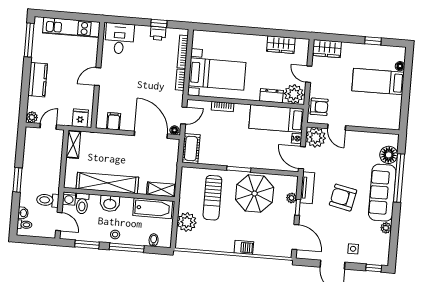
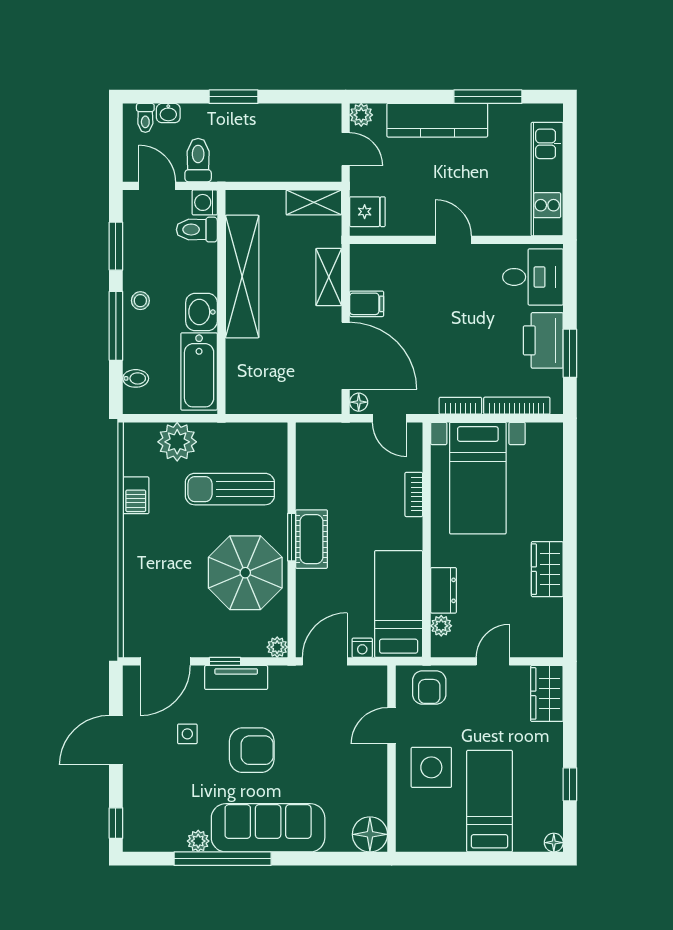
window: (159, 23) -> (570, 353), width x1.50
printer: (158, 33) -> (543, 340), width x1.87, depth x1.48
window: (29, 40) -> (488, 97), moved
wardrobe: (281, 45) -> (547, 569), moved
floor lamp: (400, 66) -> (554, 843), moved
kitchen counter: (38, 80) -> (437, 120), width x1.50
plant: (294, 94) -> (441, 626), width x0.53, depth x0.53
side table: (359, 109) -> (431, 767), added
filing cabinet: (114, 121) -> (367, 304), moved
door: (151, 135) -> (346, 356), hinge flipped
plant: (316, 137) -> (367, 686), removed
cot: (191, 148) -> (312, 539), moved, turned 90
floor lamp: (389, 155) -> (370, 834), moved
window: (399, 178) -> (223, 859), moved
tv unit: (307, 188) -> (236, 677), moved
shelving: (161, 189) -> (329, 277), moved
plant: (291, 198) -> (277, 647), moved
armchair: (343, 198) -> (252, 750), turned 78
washbasin: (110, 204) -> (201, 312), moved
door: (59, 221) -> (157, 186), swing flipped
barbecue: (244, 247) -> (136, 495), moved
side table: (353, 249) -> (187, 734), moved

